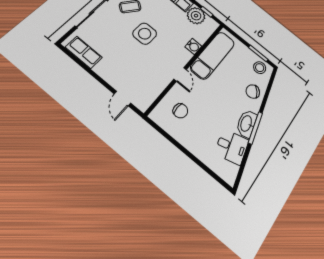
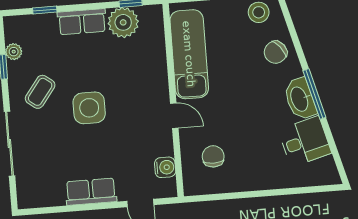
water cooler: (193, 46) -> (165, 167), moved
row of seats: (84, 52) -> (91, 192), moved
chair: (180, 111) -> (213, 156), turned -90

